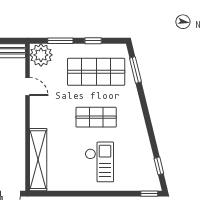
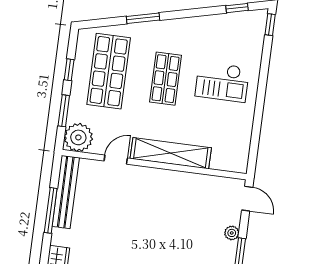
window: (135, 70) -> (143, 18), moved
shelving: (38, 160) -> (171, 153), moved
checkout: (99, 162) -> (222, 82), turned 180

